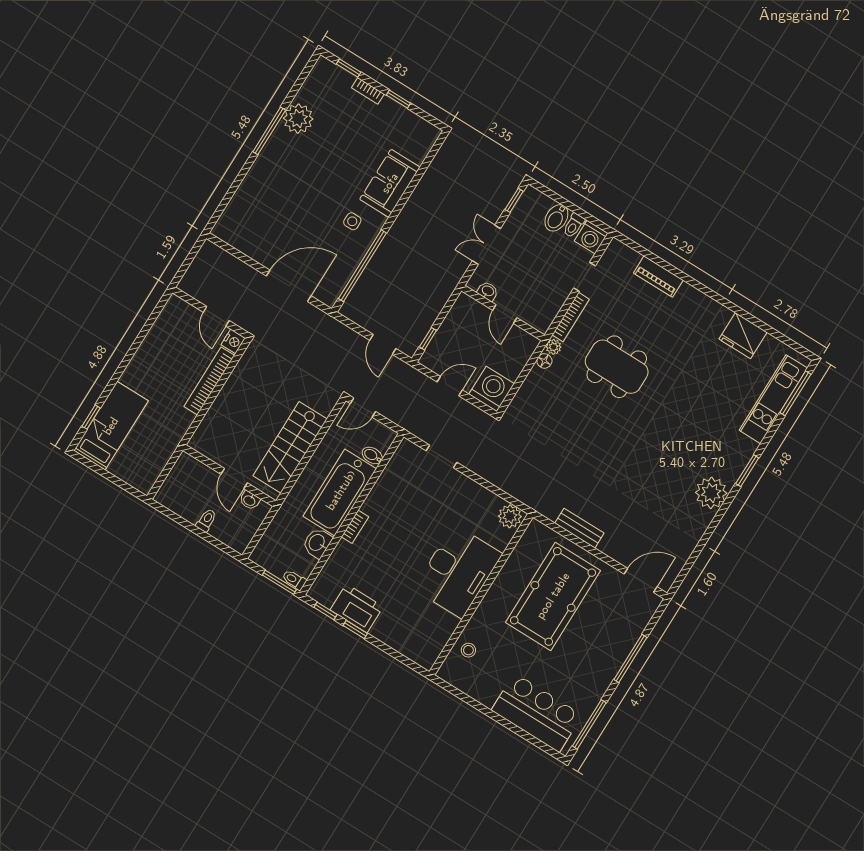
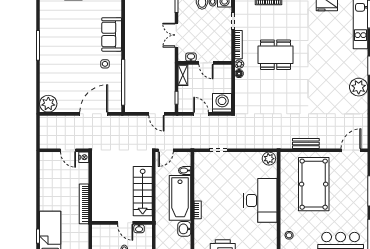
plant: (298, 119) -> (48, 104), moved
shelving: (459, 311) -> (183, 75), added
bookcase: (209, 381) -> (84, 204), moved
door: (450, 386) -> (201, 114), hinge flipped

